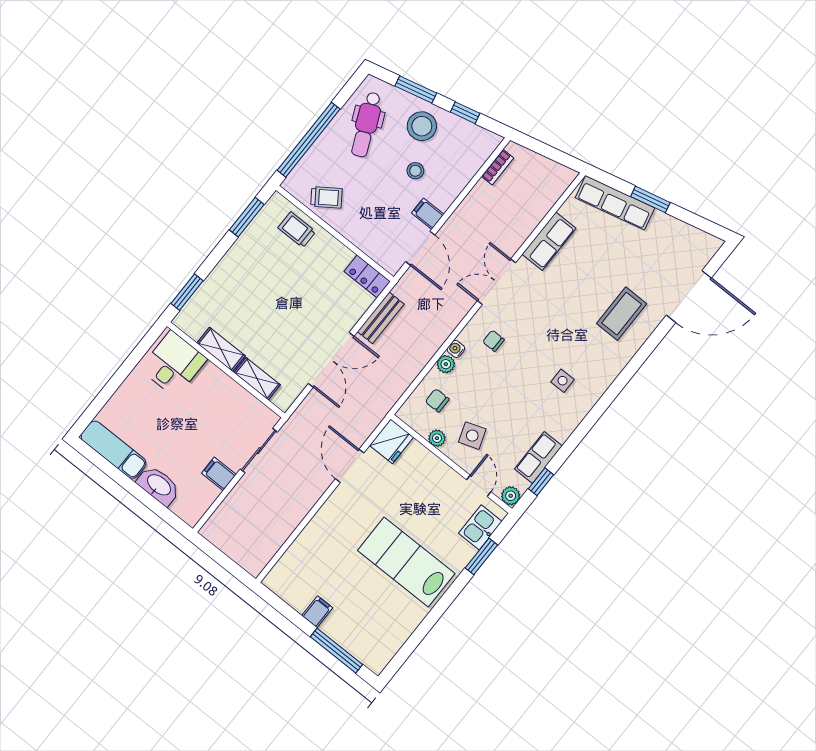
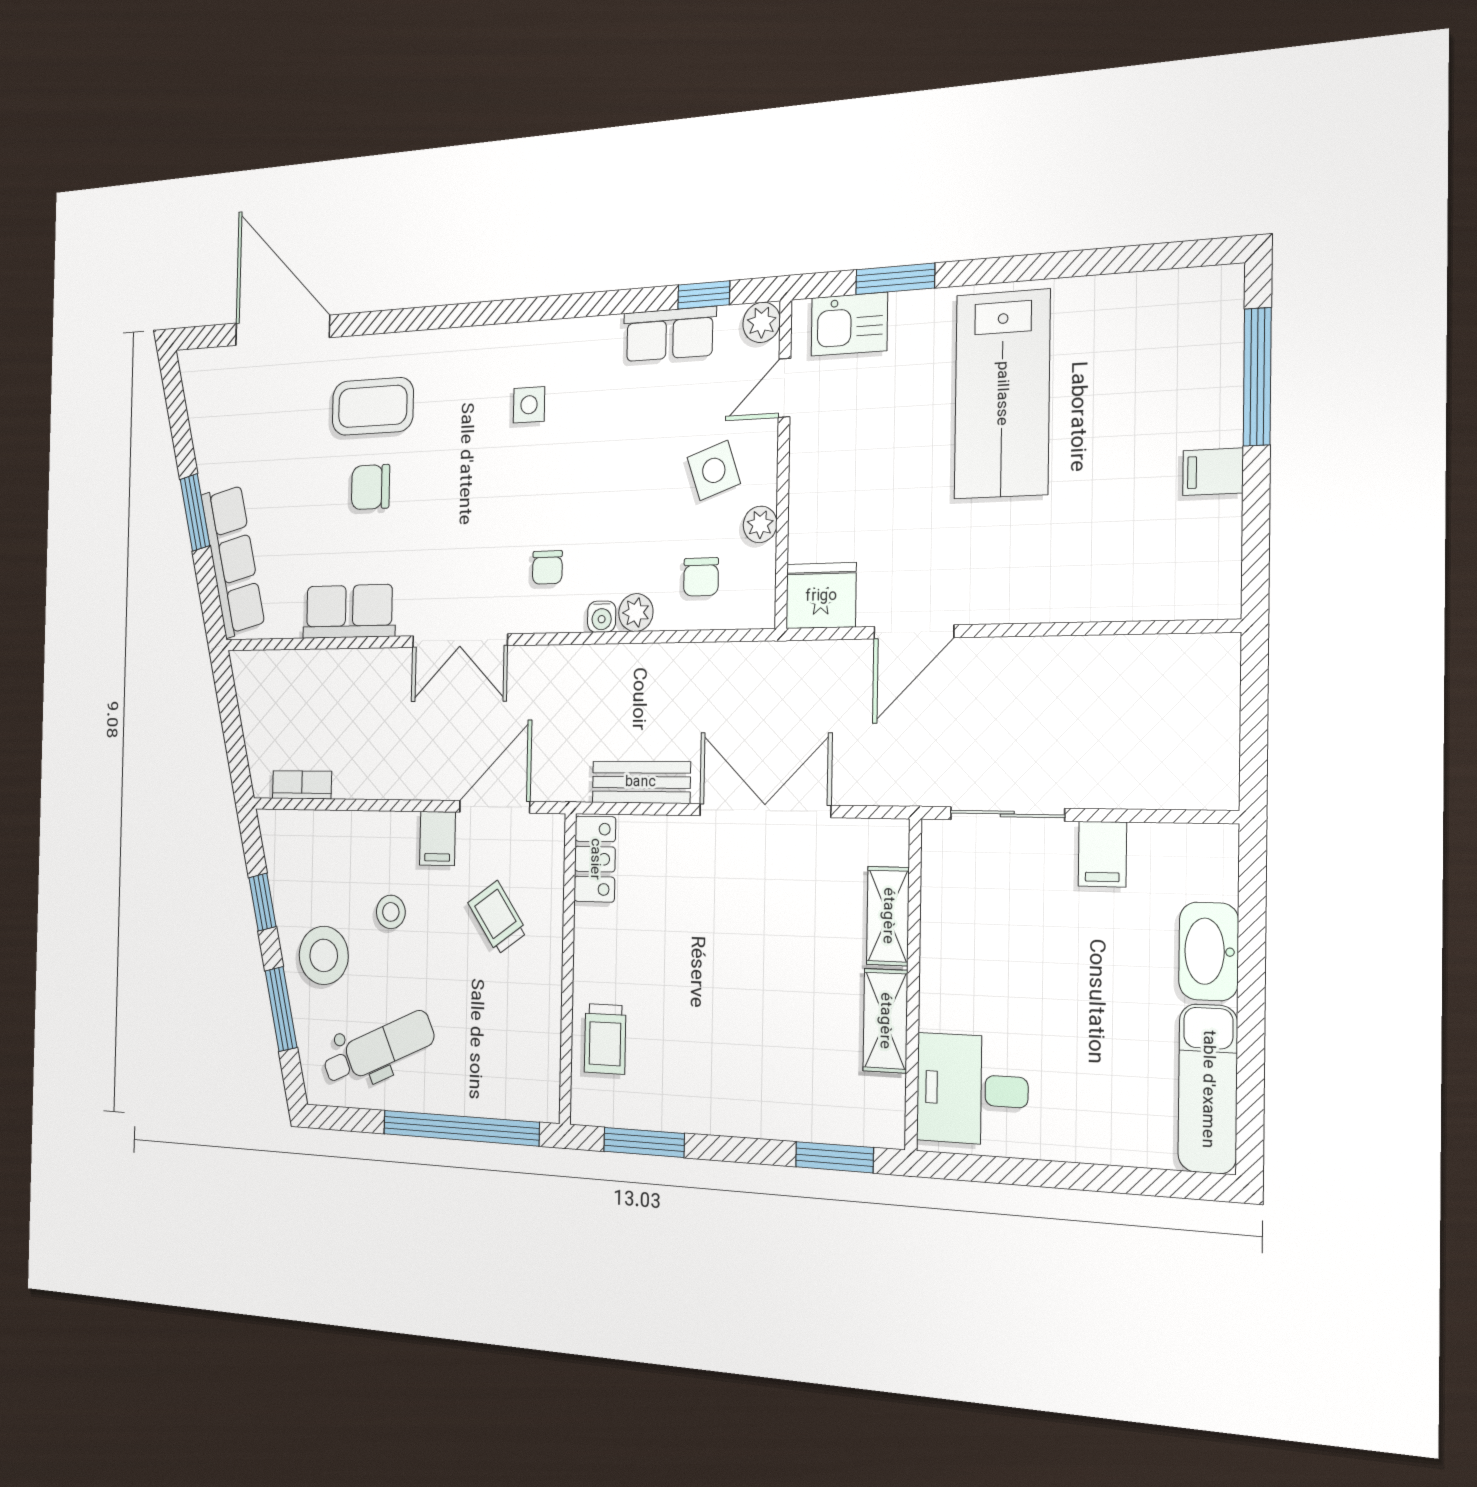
trolley: (326, 197) -> (497, 918), moved
chair: (590, 288) -> (371, 487), added

